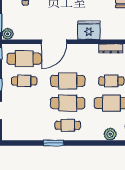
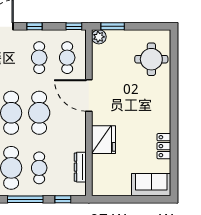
cafe table: (24, 59) -> (67, 58), width x0.73, depth x0.74

